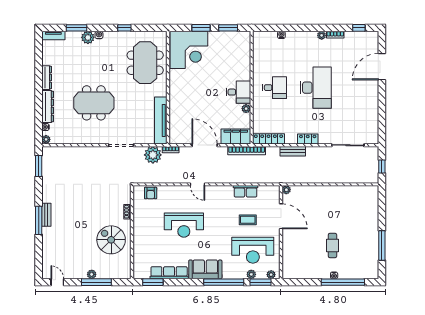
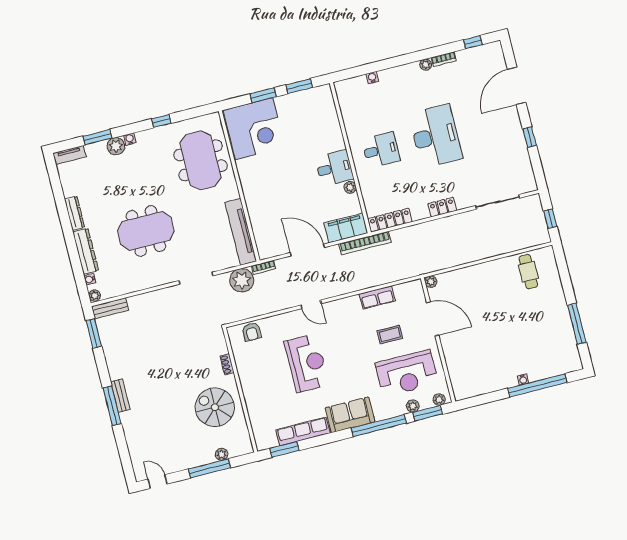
window: (382, 105) -> (530, 137), added
bench: (293, 151) -> (110, 308), moved
reception desk: (184, 225) -> (307, 363), turned -90
cafe table: (332, 245) -> (528, 272), moved
plant: (92, 274) -> (222, 454), moved

